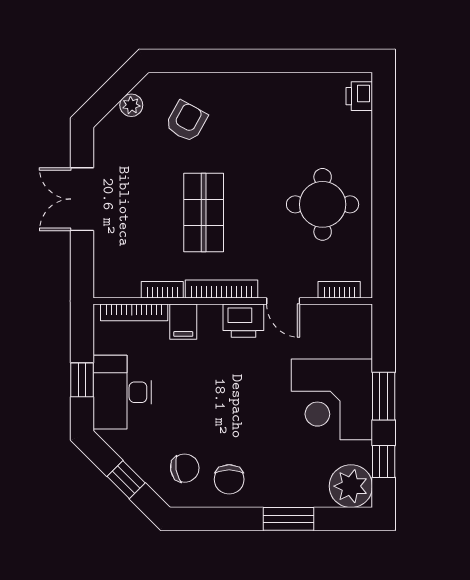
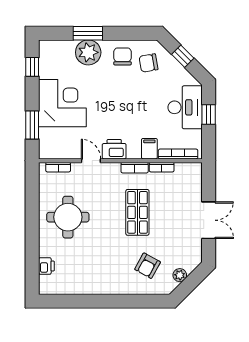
printer: (359, 96) -> (46, 266), moved
bookcase: (222, 289) -> (135, 168), width x0.64
window: (384, 396) -> (32, 125), moved
plant: (351, 486) -> (88, 52), moved

